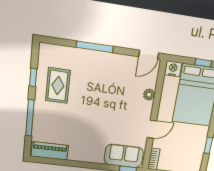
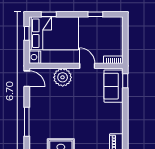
plant: (149, 95) -> (63, 77), width x1.88, depth x1.88

